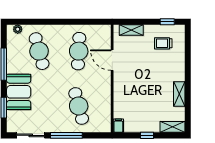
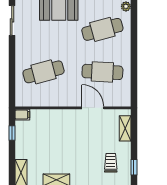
door: (112, 60) -> (93, 108), hinge flipped
window: (66, 135) -> (12, 59), removed
window: (147, 135) -> (12, 133), moved

